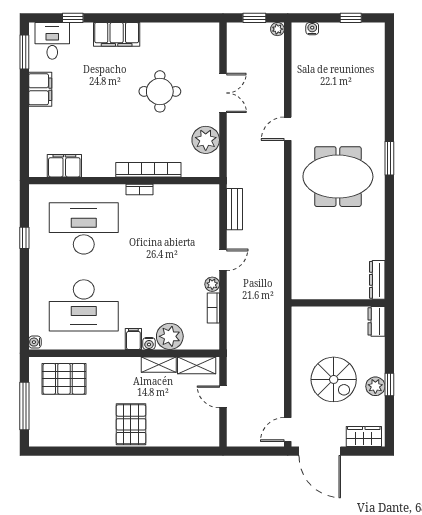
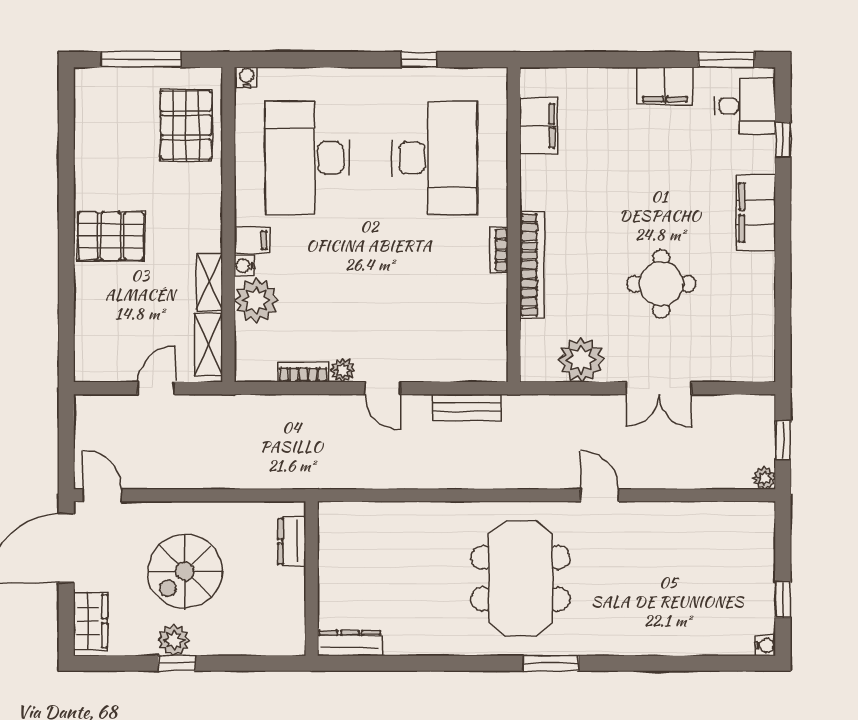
water cooler: (312, 29) -> (765, 645), moved
dresser: (376, 321) -> (292, 541), moved, turned -90

